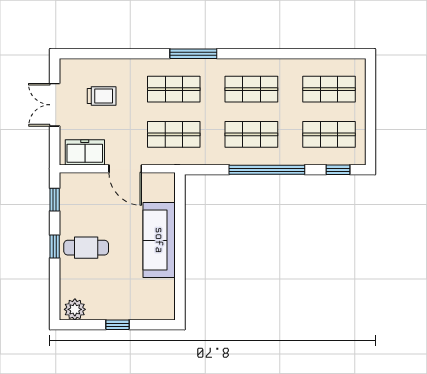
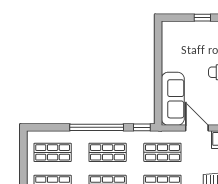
window: (338, 170) -> (142, 127), moved
sofa: (159, 240) -> (173, 99), moved

